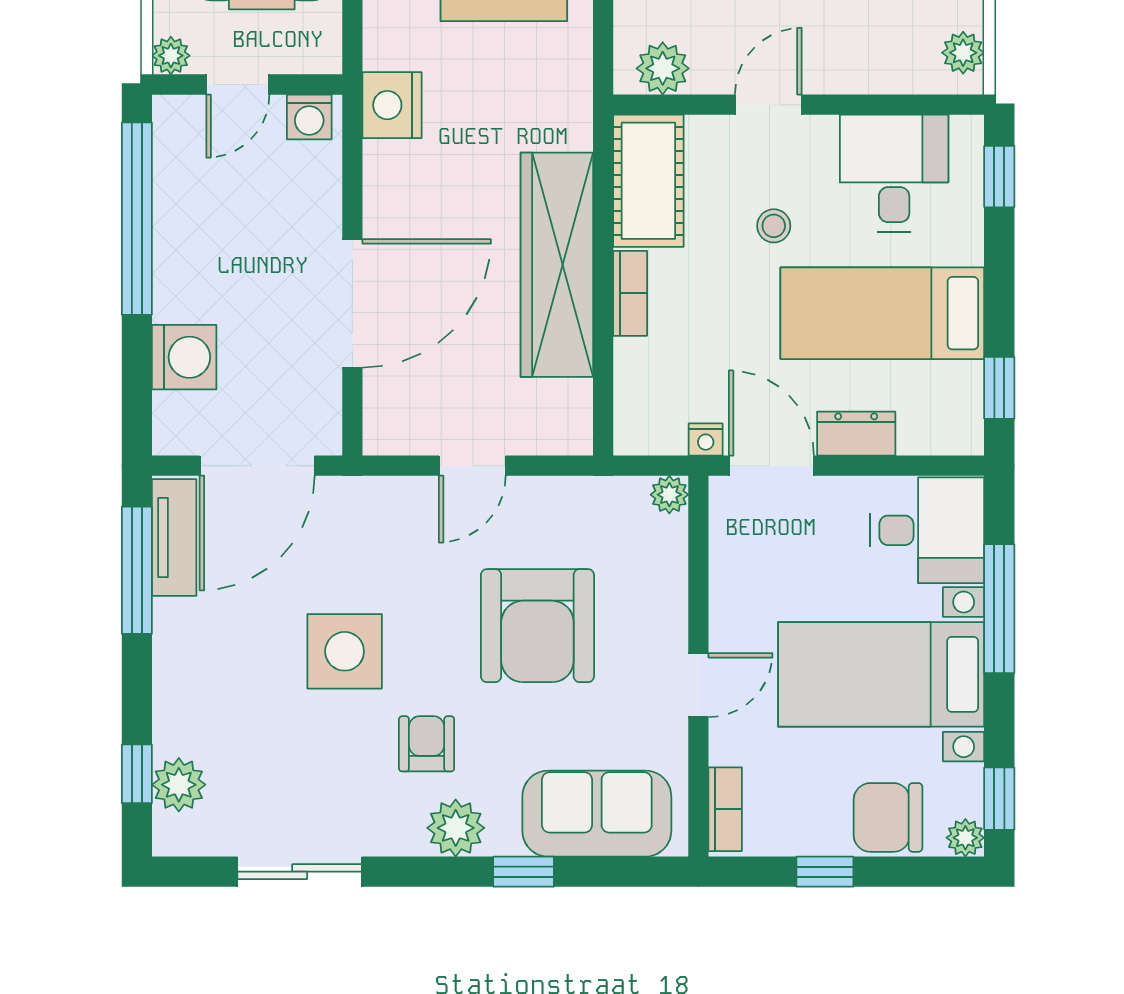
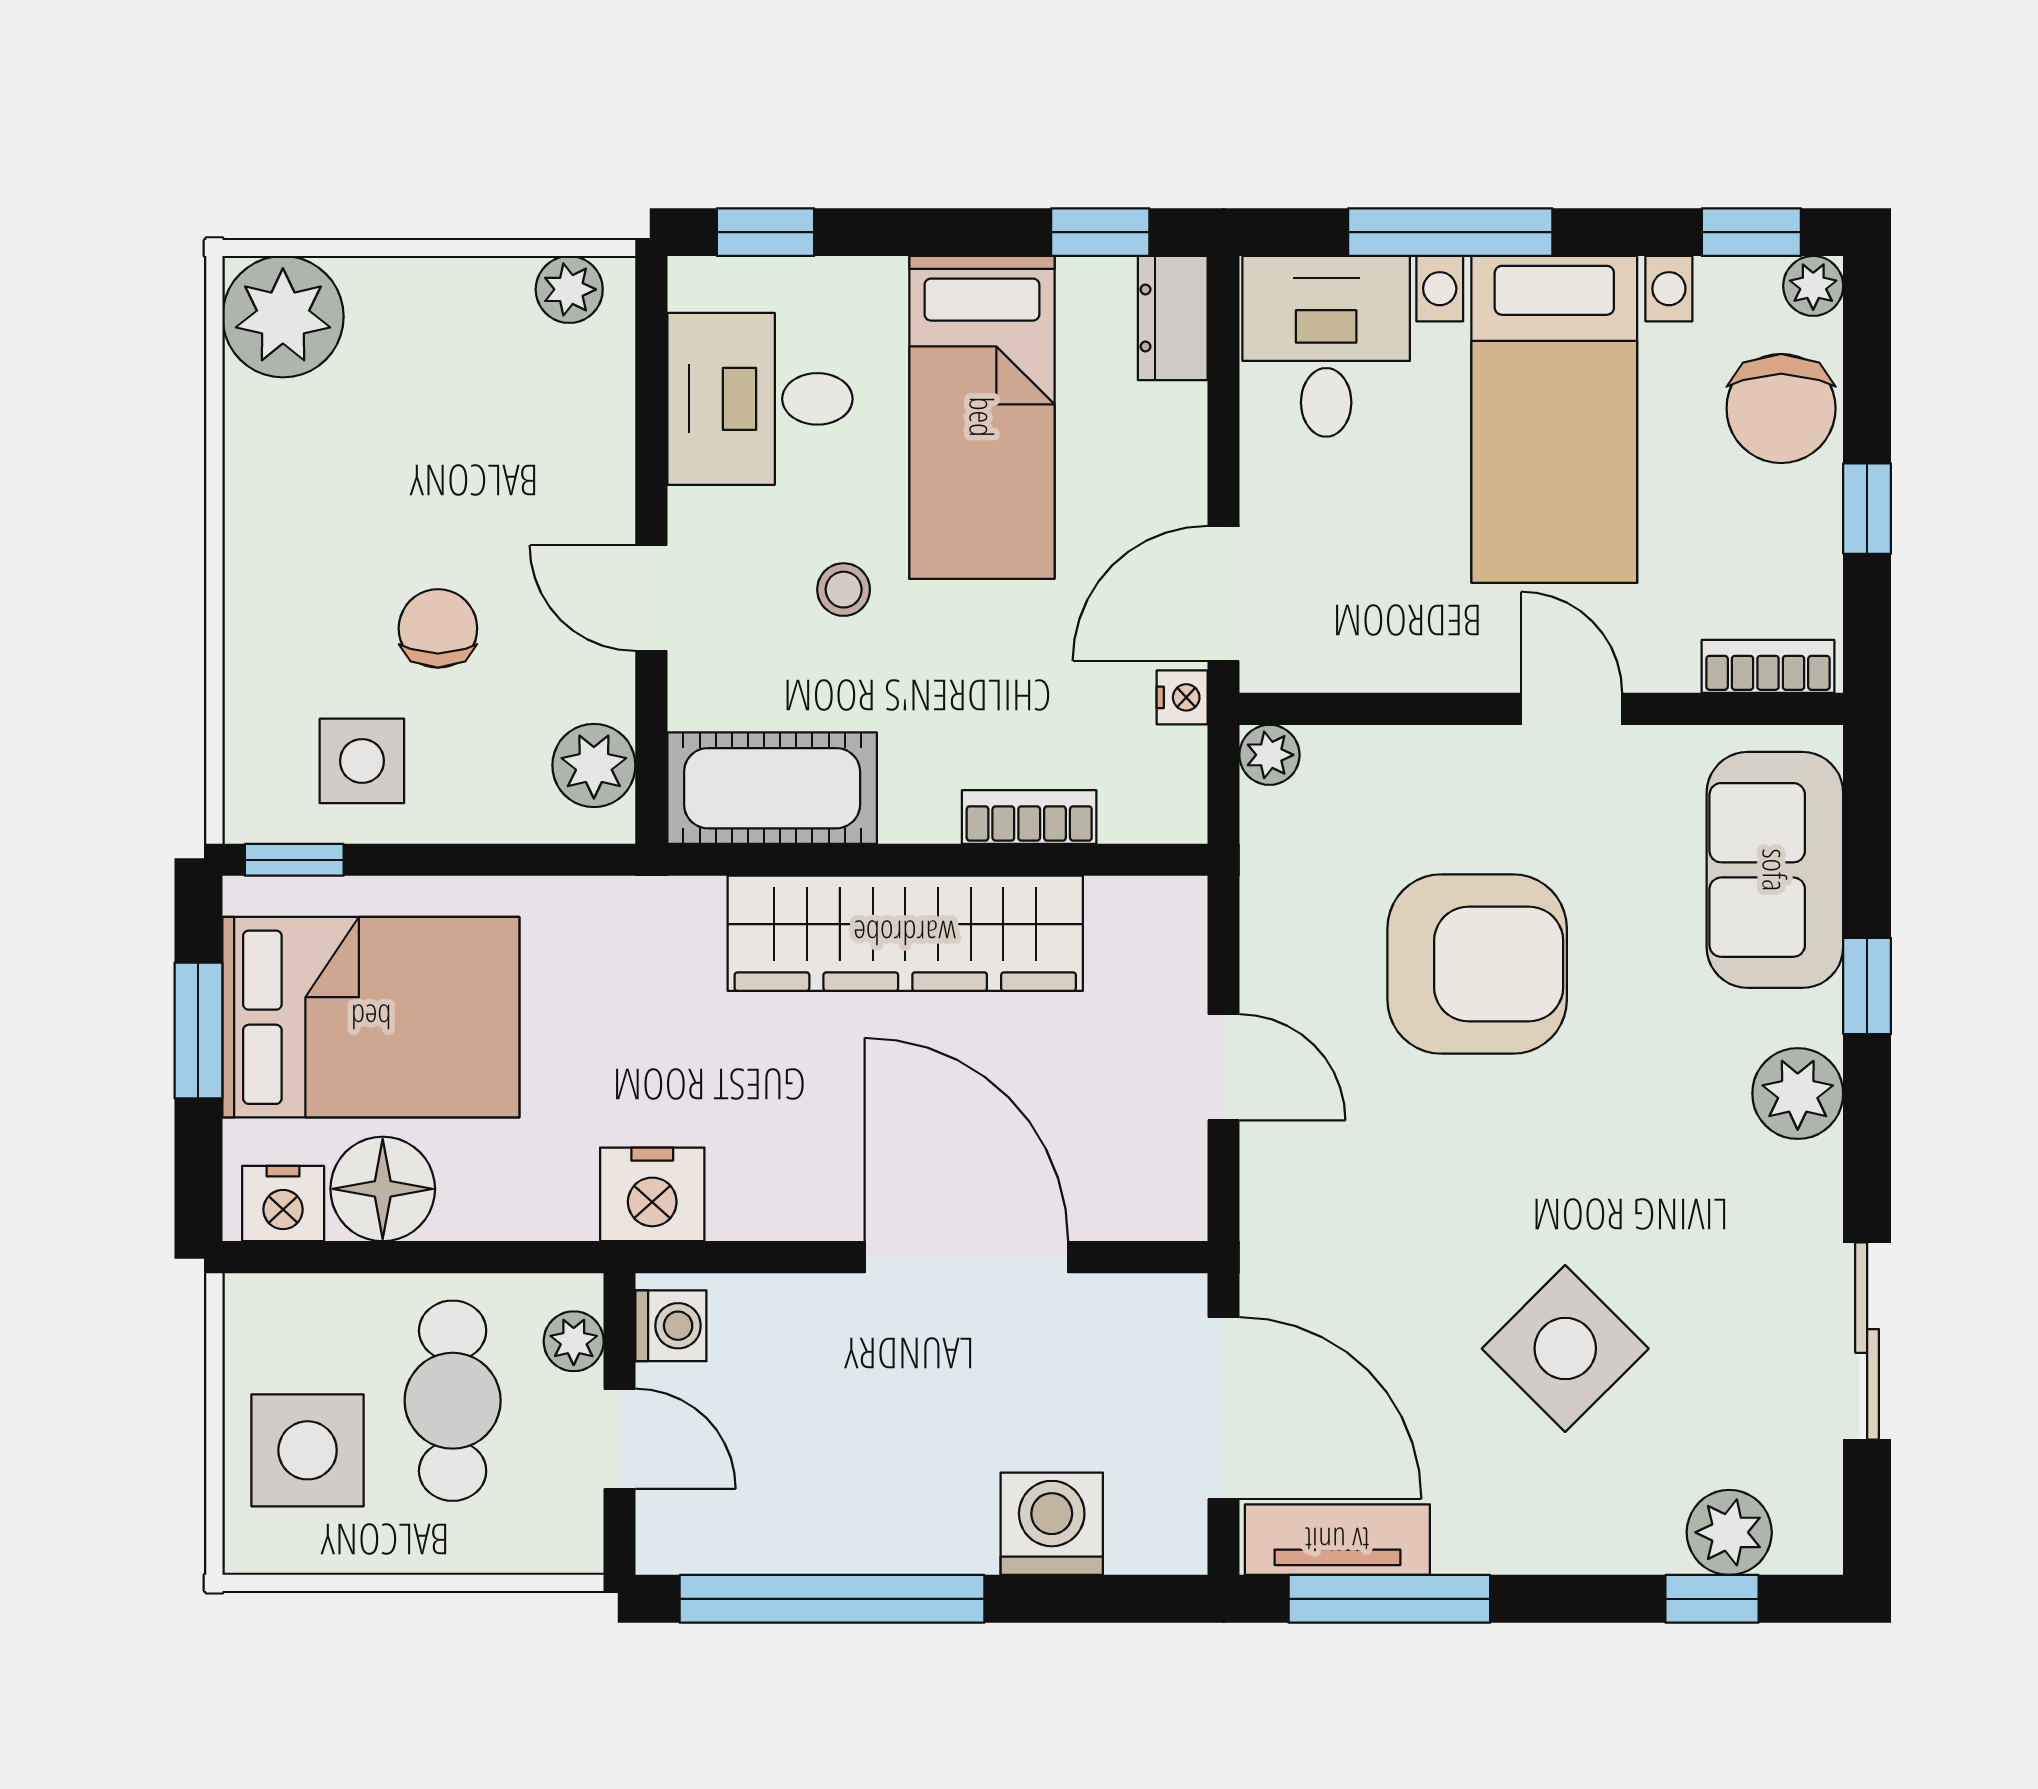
plant: (171, 56) -> (574, 1341), moved
bookcase: (630, 293) -> (1029, 817), moved
dresser: (856, 434) -> (1173, 318), moved
side table: (345, 651) -> (1565, 1349), moved, turned 45
armchair: (427, 744) -> (1664, 1140), removed

